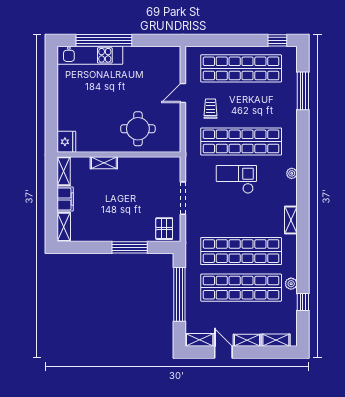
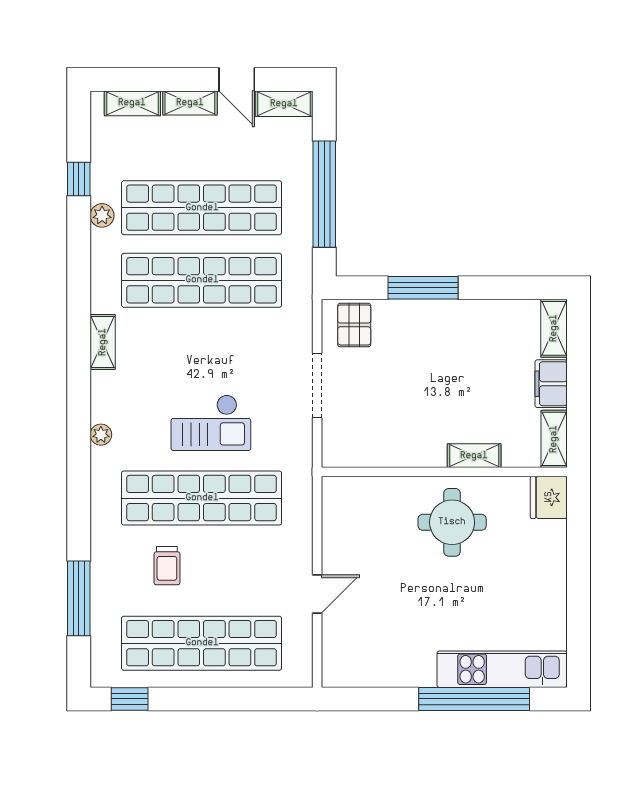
trolley: (211, 109) -> (167, 566), moved
round table: (138, 129) -> (452, 522), moved

